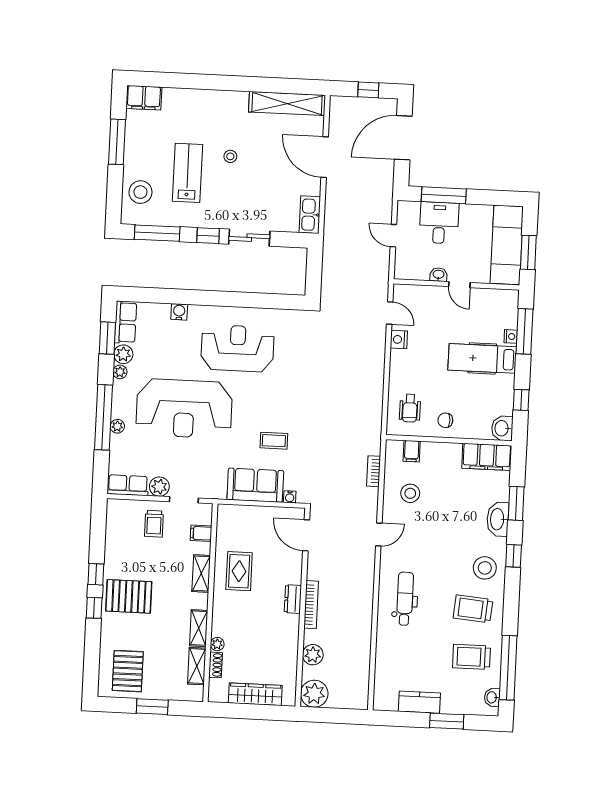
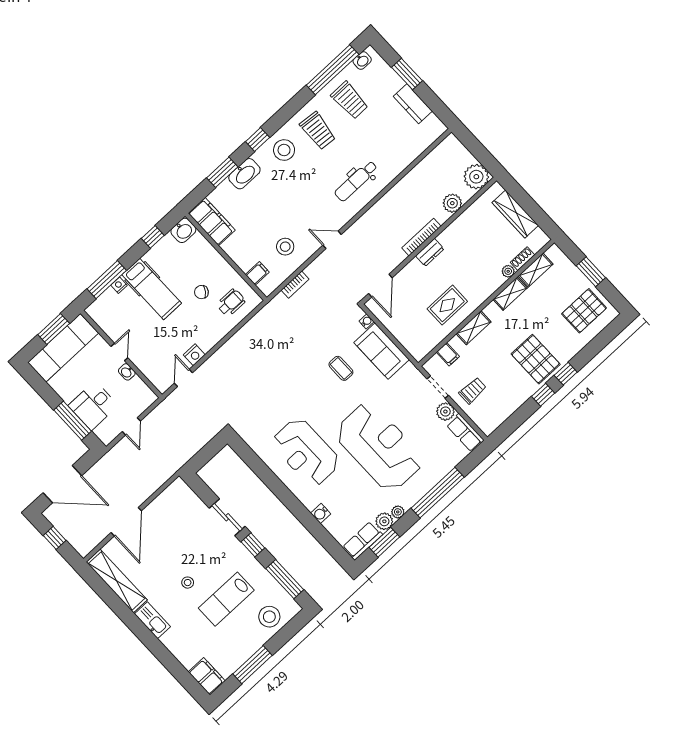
kitchen sink: (310, 215) -> (152, 620), moved, turned -90
chair: (445, 420) -> (201, 292), moved, turned 125
plant: (117, 426) -> (434, 478), removed

